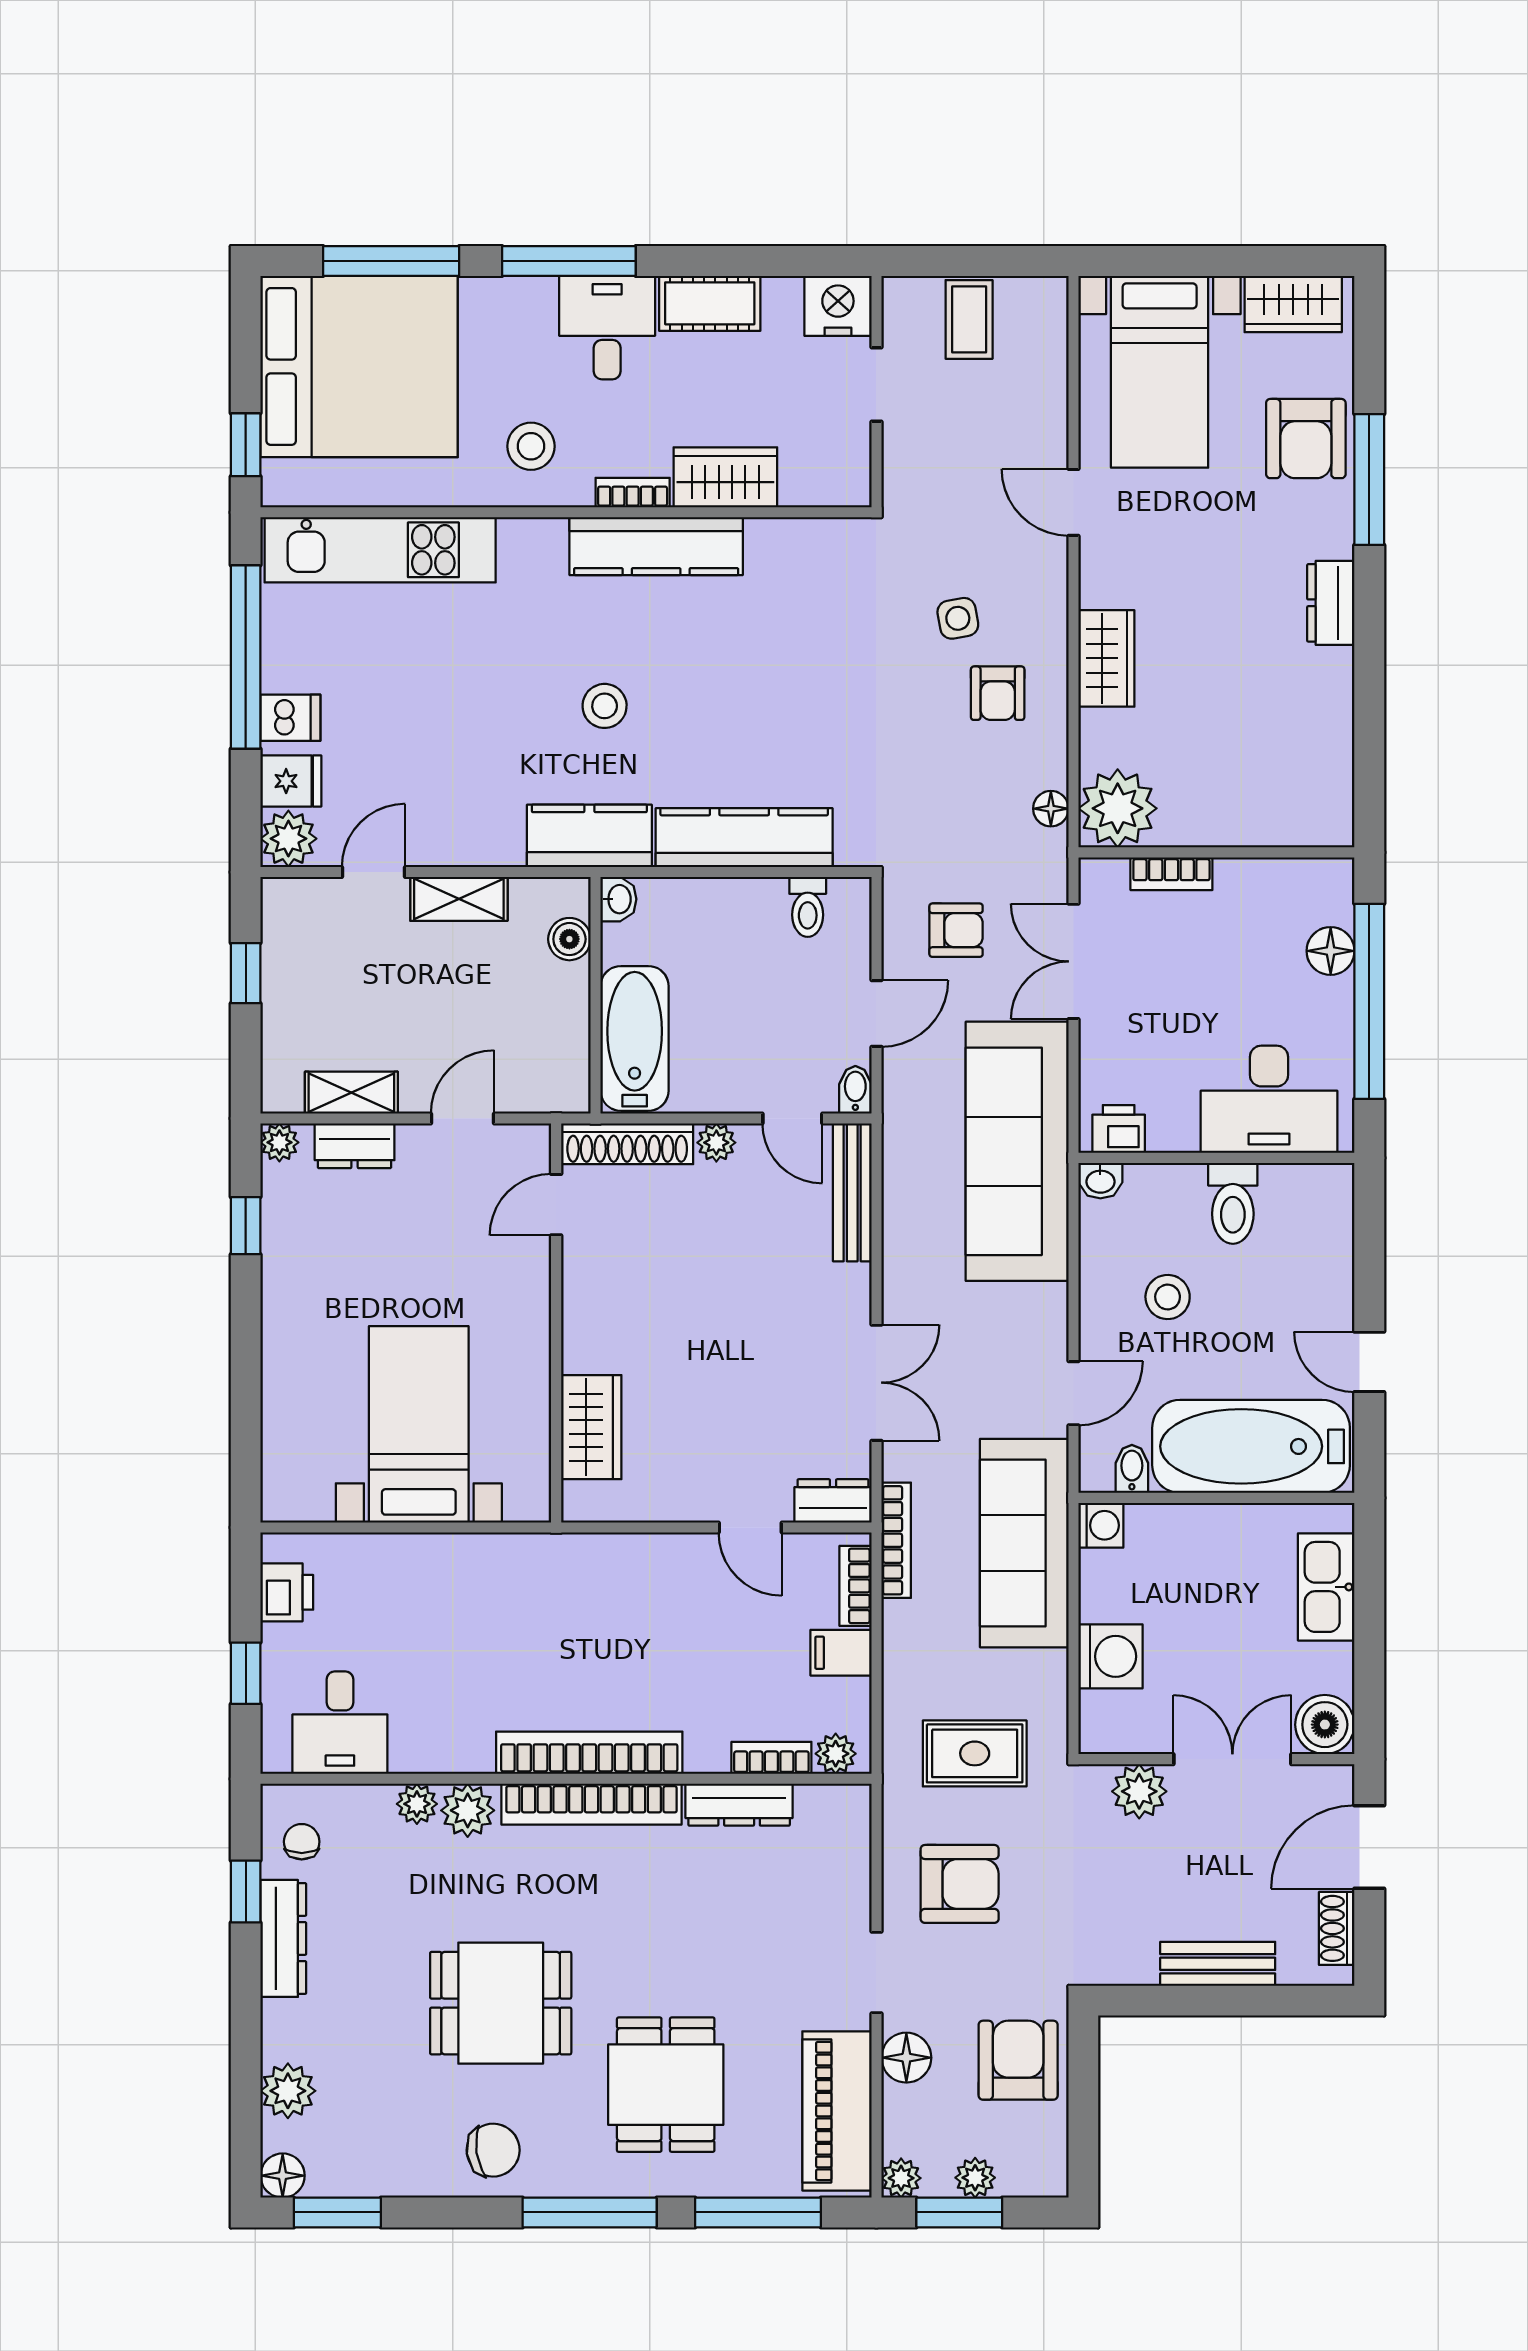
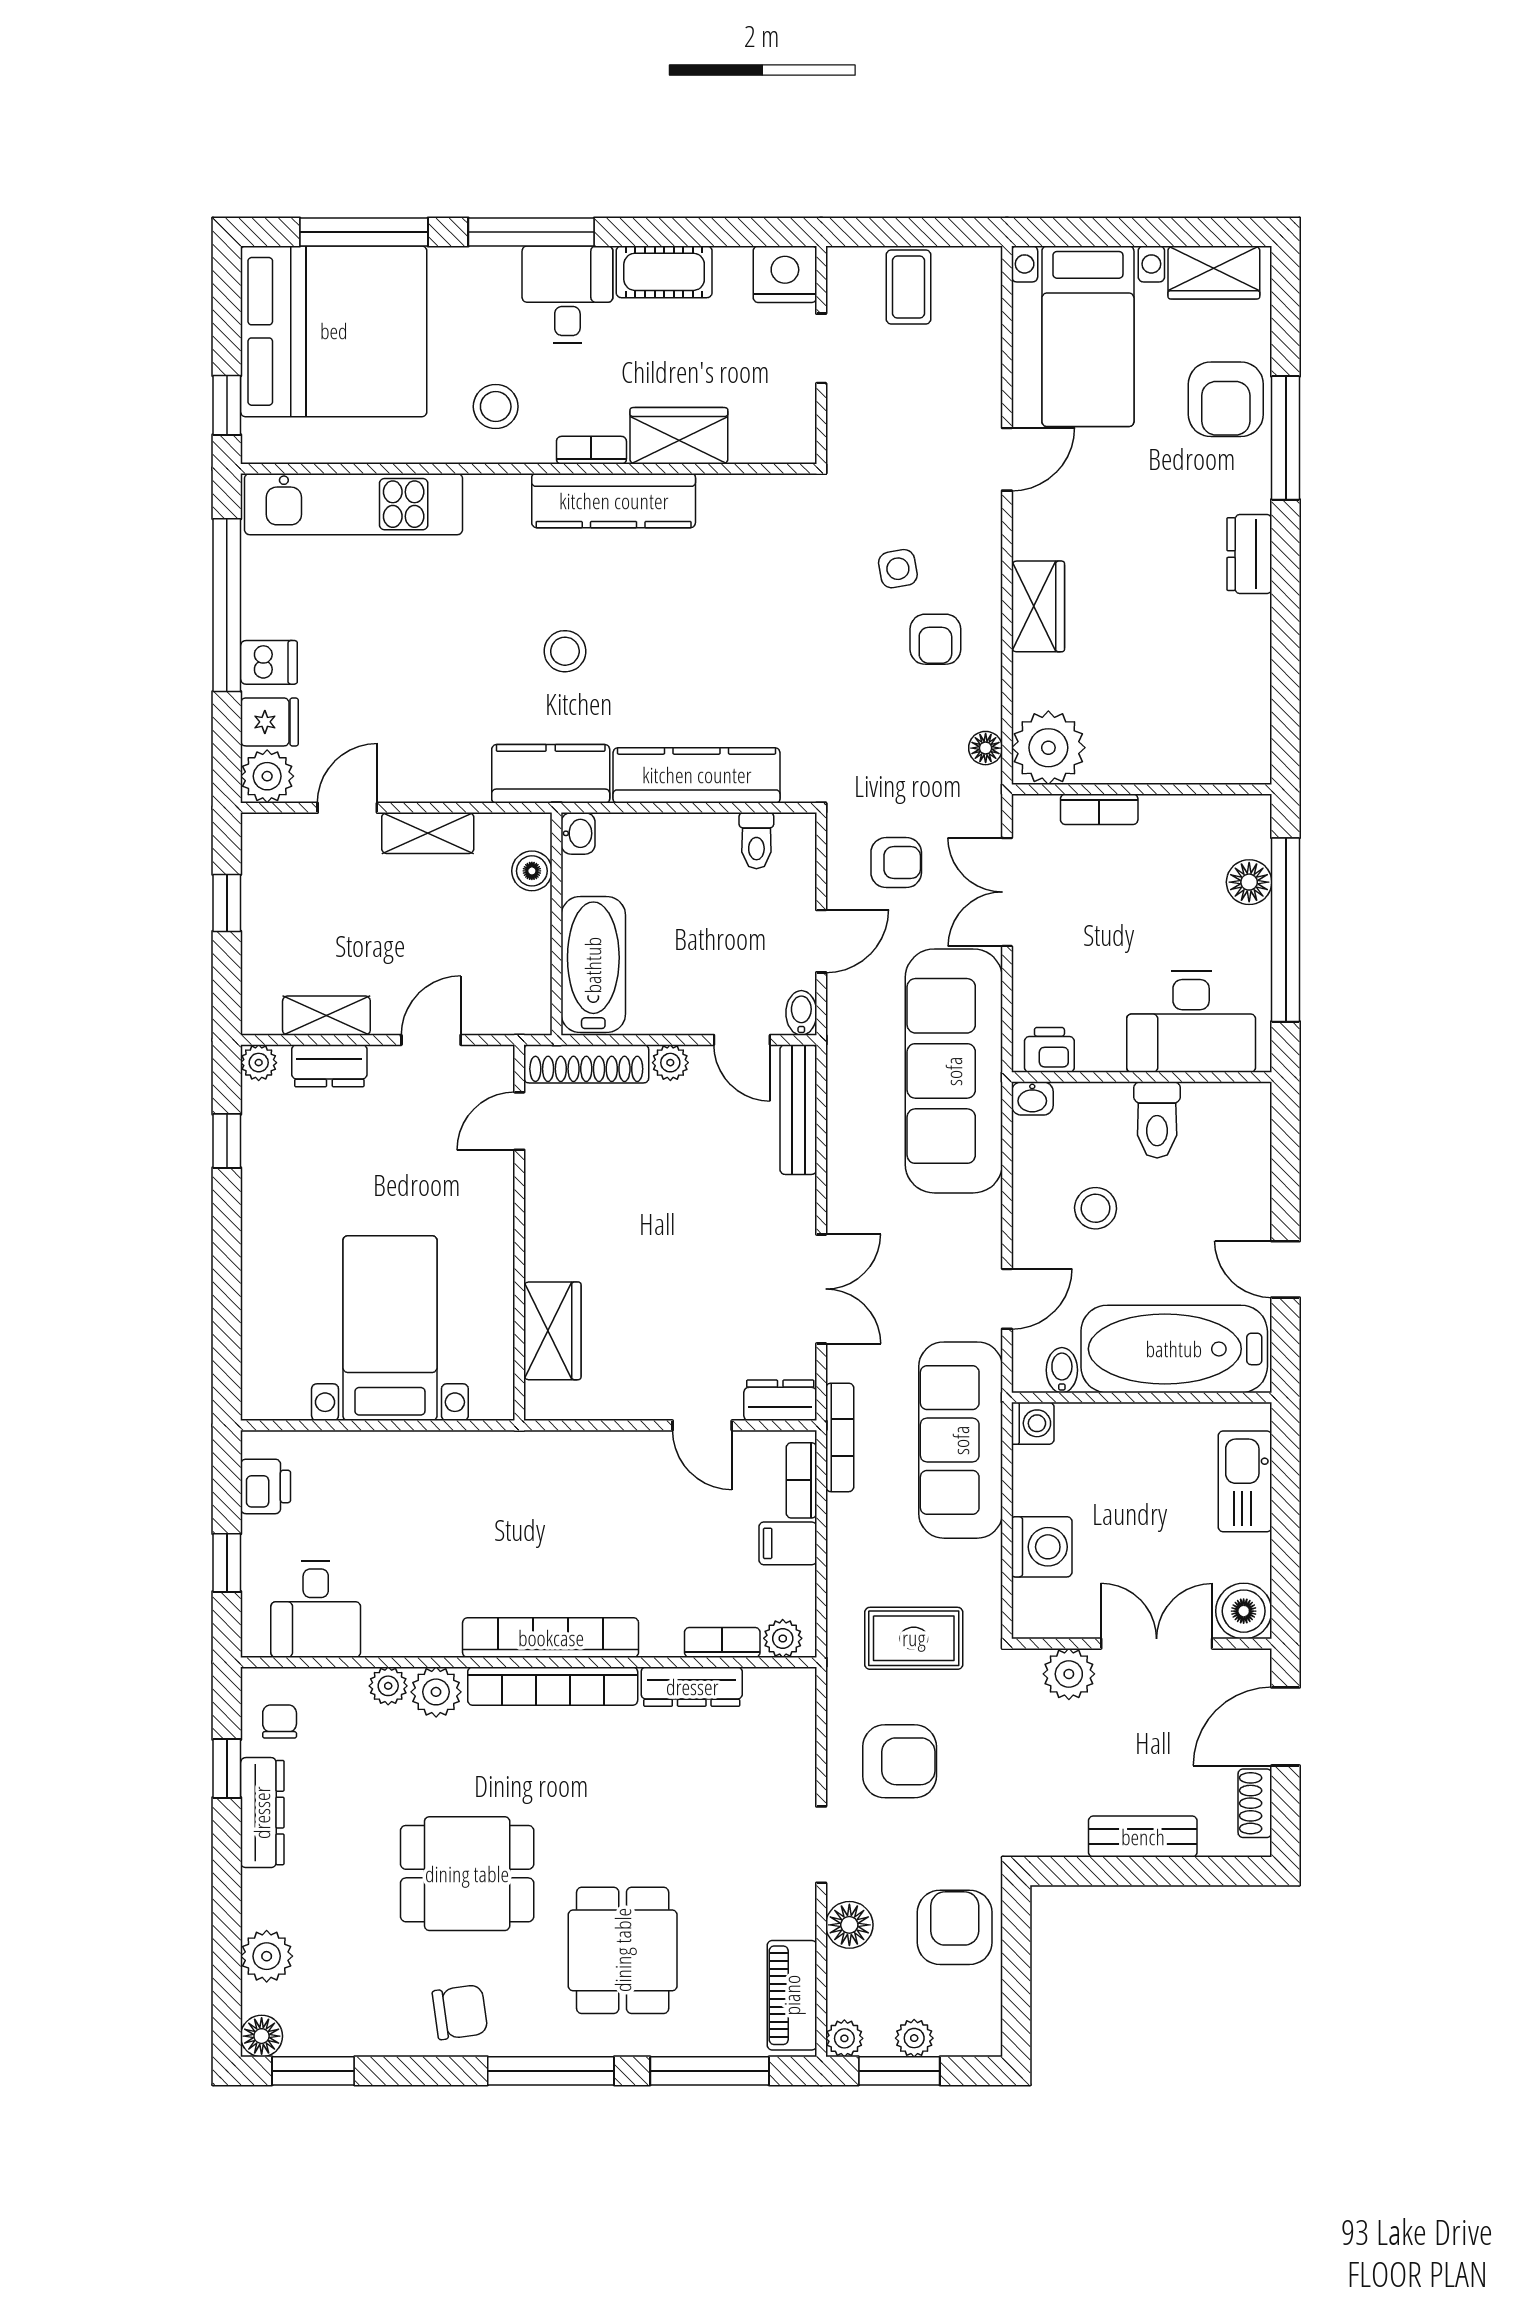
door: (1074, 502) -> (1007, 459), swing flipped
piano: (837, 2111) -> (792, 1995), width x0.73, depth x0.75

